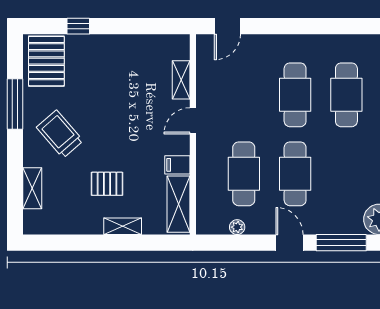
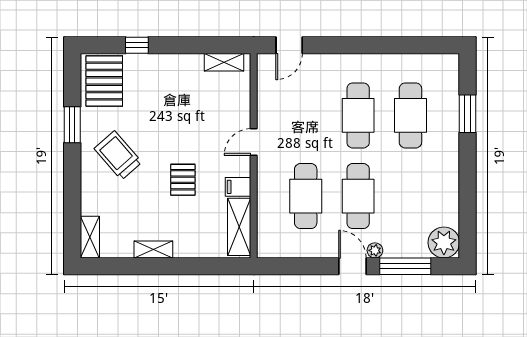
shelving: (181, 80) -> (224, 62), moved, turned 90
window: (15, 104) -> (72, 125), width x0.69
pallet: (107, 184) -> (183, 180), moved, turned 90
shelving: (32, 188) -> (90, 237), moved
shelving: (123, 226) -> (153, 250), moved
plant: (237, 227) -> (375, 250), moved

